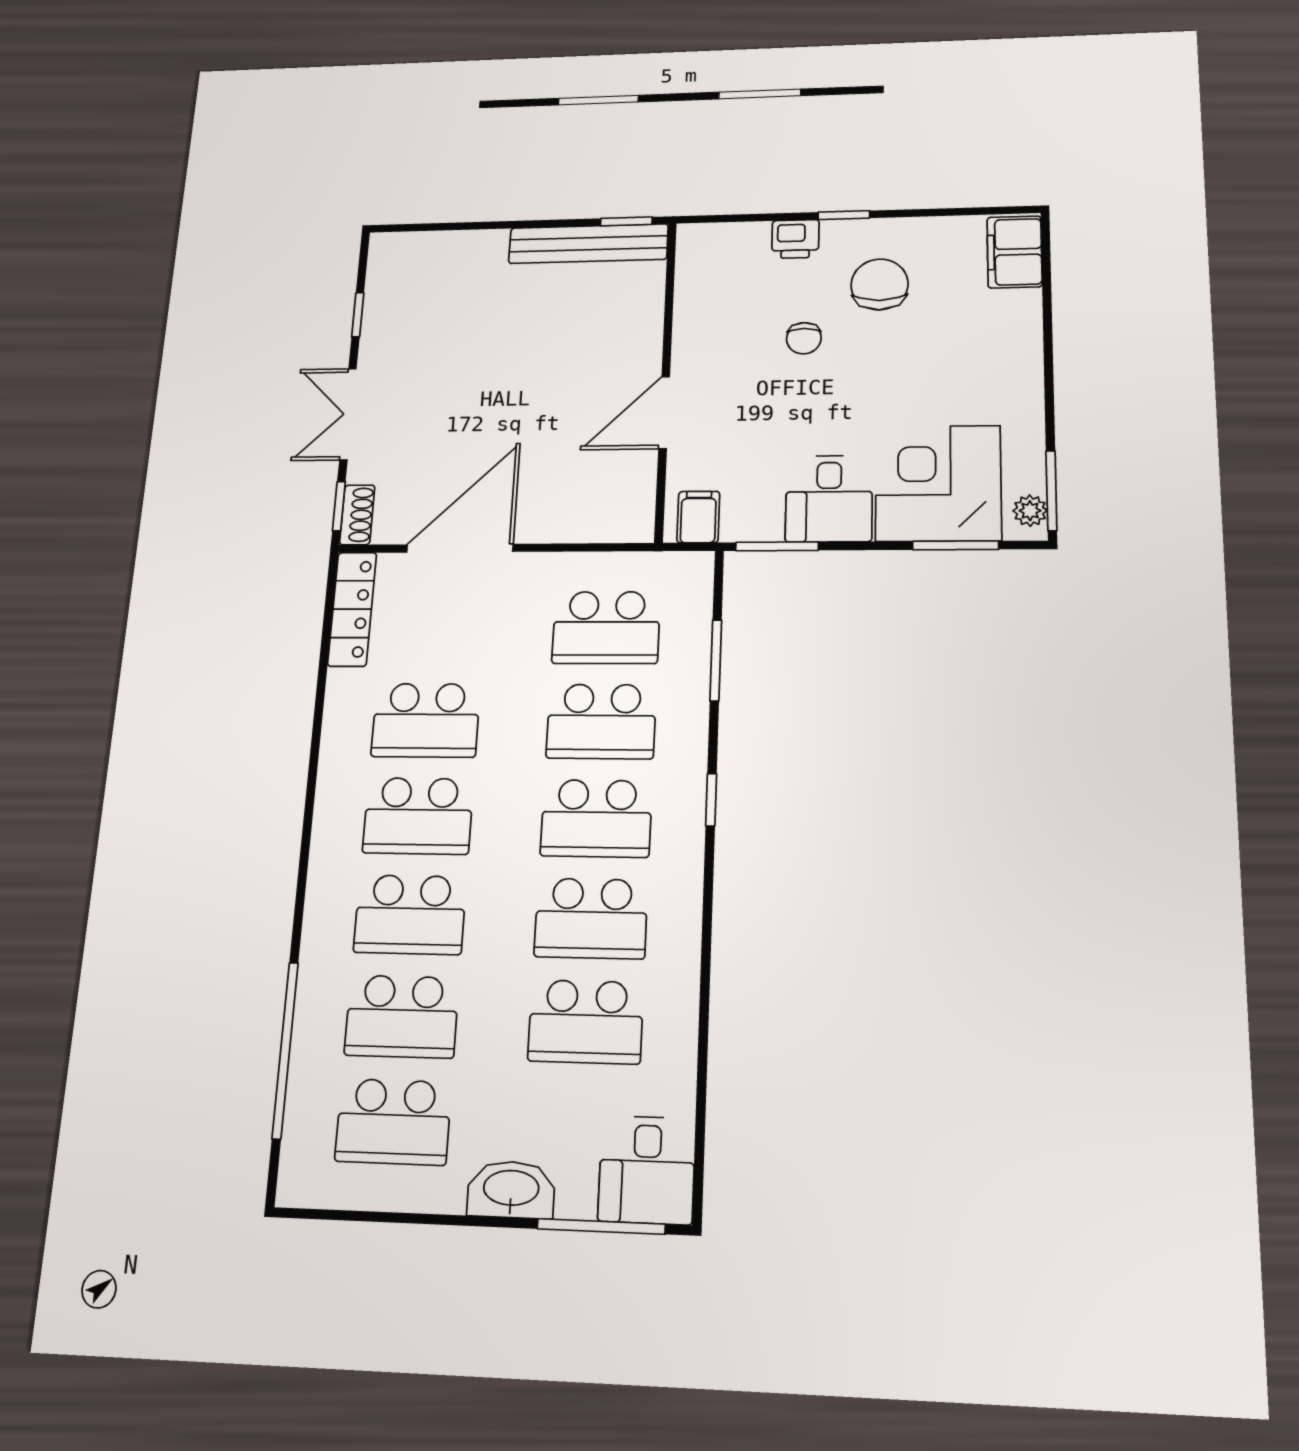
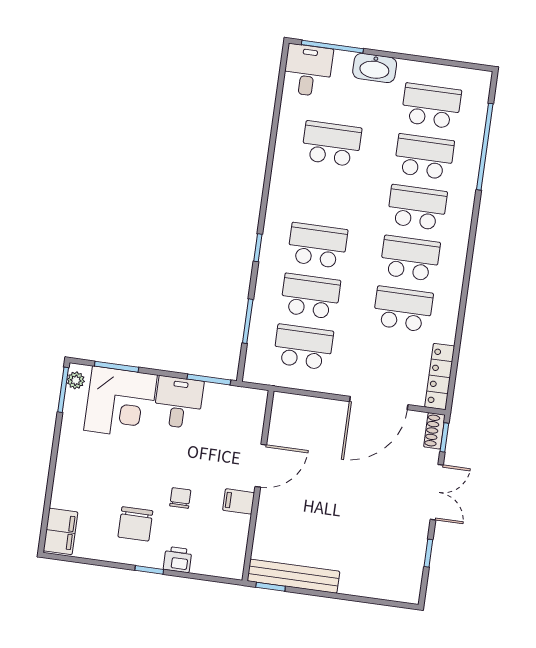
filing cabinet: (698, 517) -> (239, 501), moved, turned 90
school desk: (591, 918) -> (324, 195), removed

